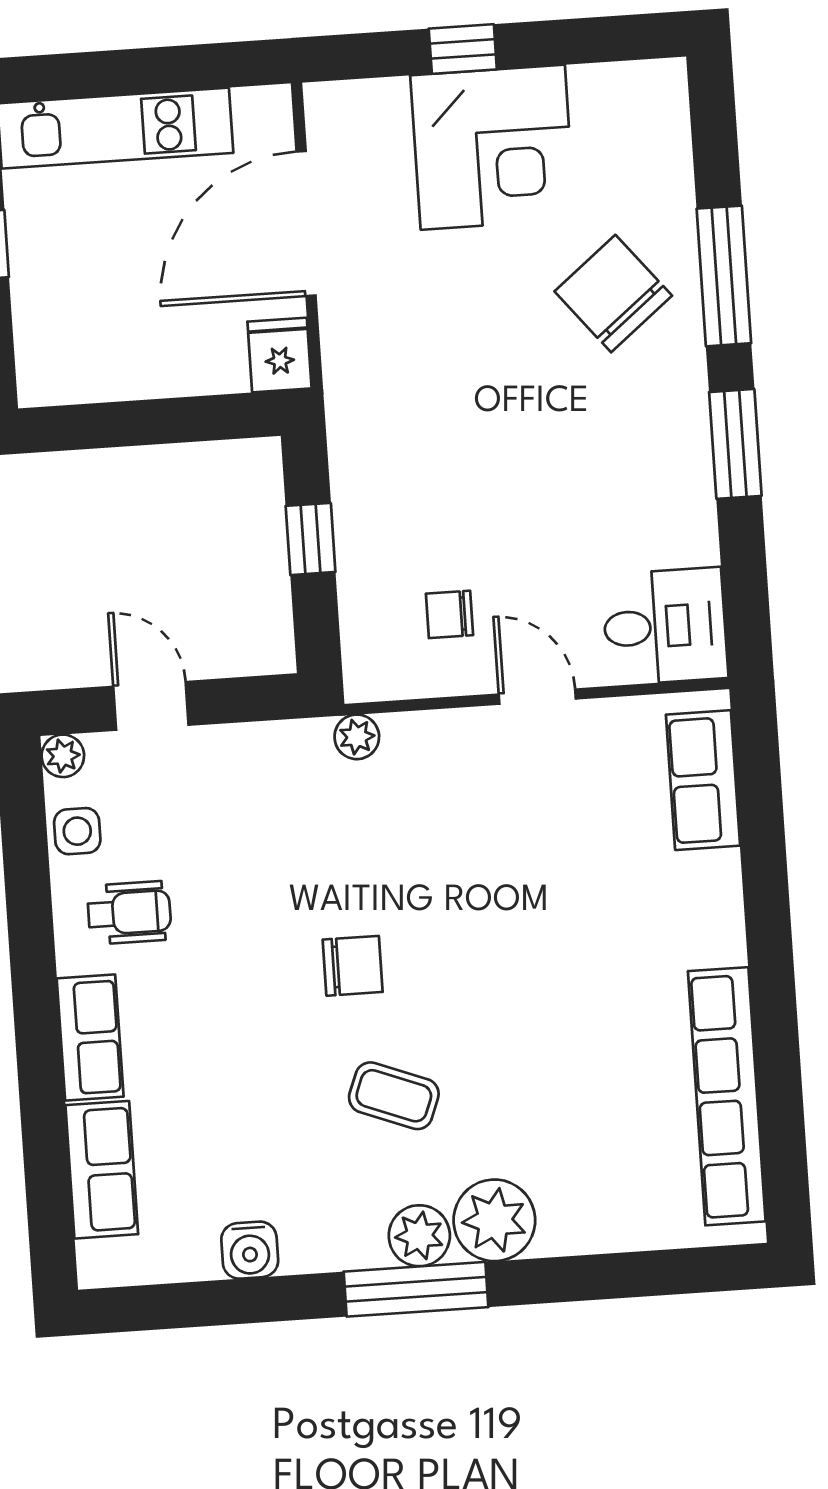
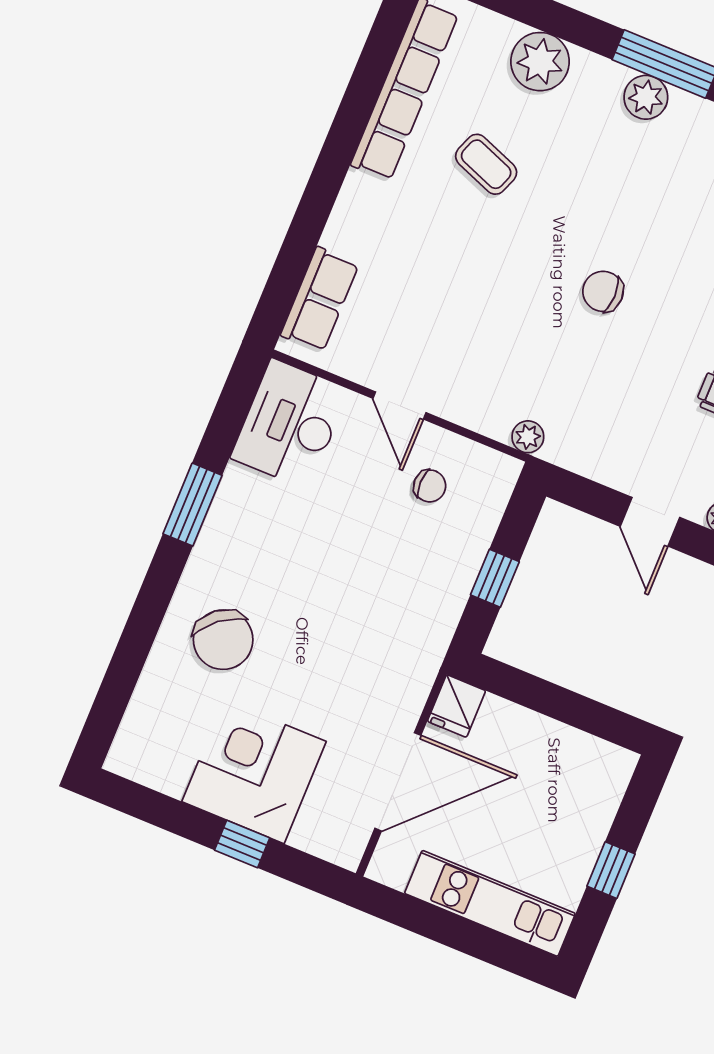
window: (724, 276) -> (147, 616), removed
desk: (665, 626) -> (290, 424), width x1.37
coffee table: (394, 1096) -> (486, 164), moved
plant: (494, 1220) -> (540, 62), moved

